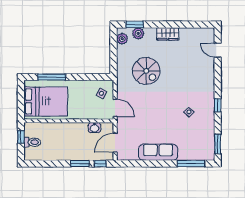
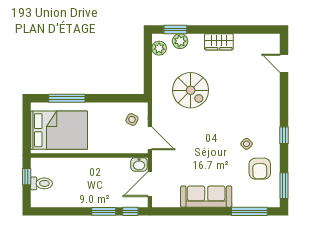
washbasin: (94, 128) -> (139, 164), moved
armchair: (199, 131) -> (260, 169), added

